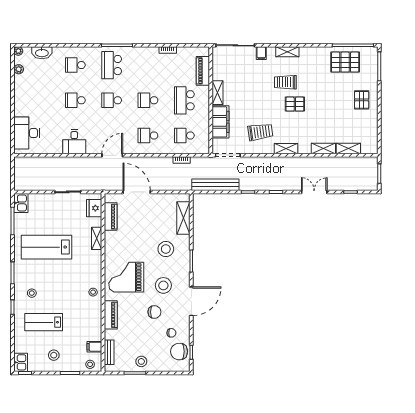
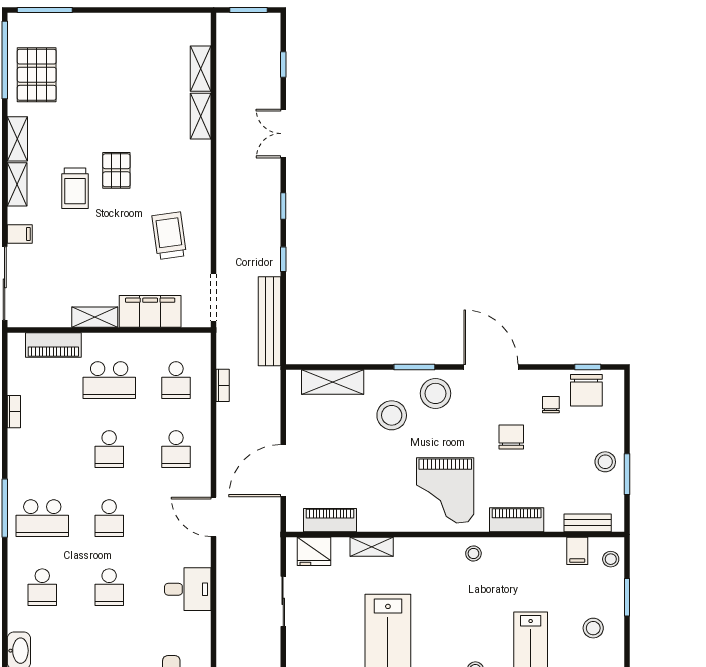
pallet: (362, 100) -> (108, 43), removed
shelving: (286, 149) -> (17, 139), moved
stool: (163, 285) -> (435, 393), moved

